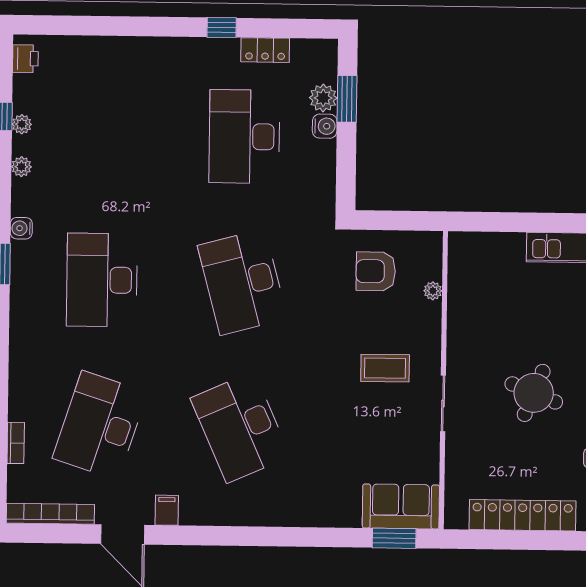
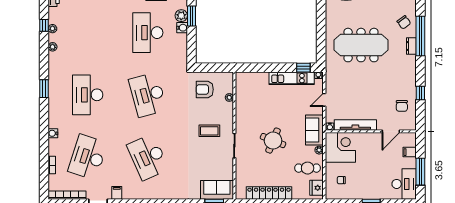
water cooler: (21, 228) -> (53, 133), moved

